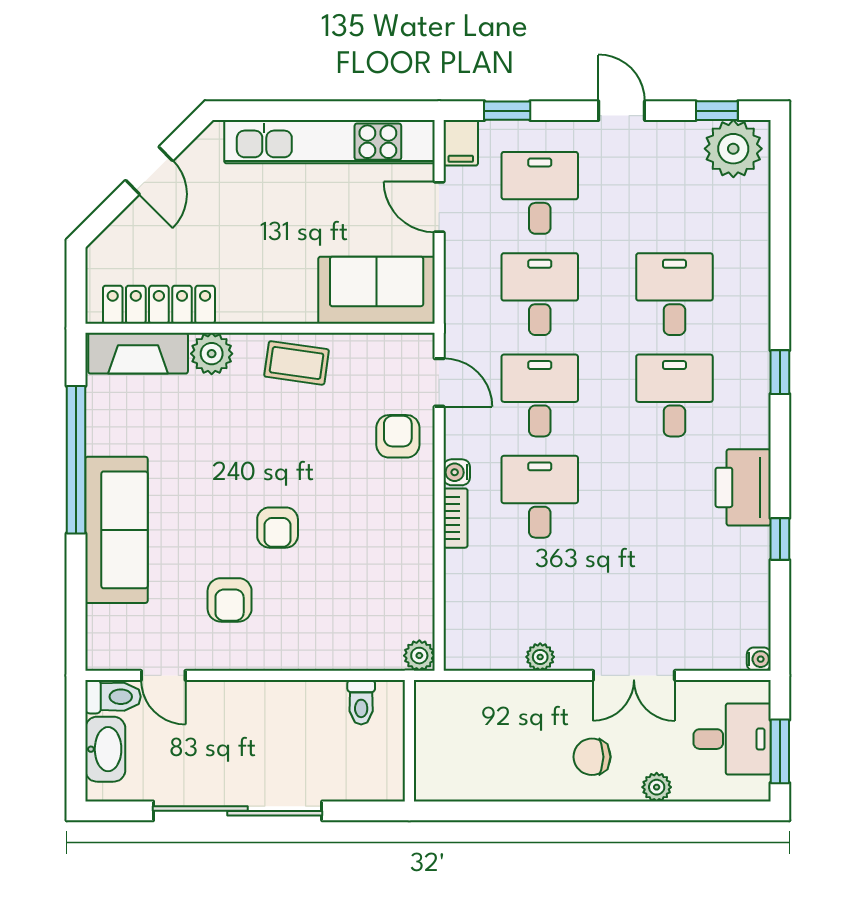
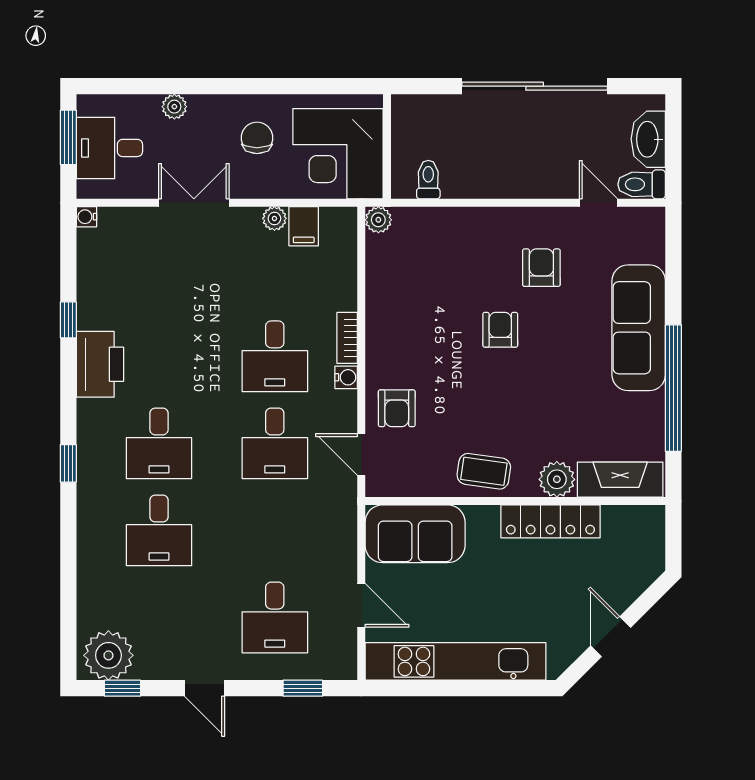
filing cabinet: (461, 143) -> (304, 226), moved, turned 180
desk: (540, 294) -> (275, 530), removed
locker: (159, 305) -> (550, 521), moved
corner desk: (466, 732) -> (338, 154), added
chair: (592, 757) -> (257, 138), moved, turned -90

